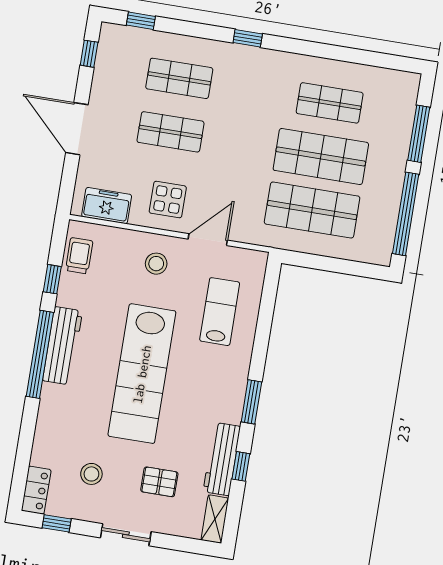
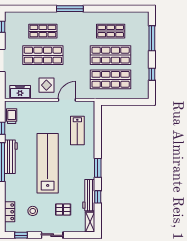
window: (141, 21) -> (22, 9), removed
window: (248, 38) -> (70, 9), width x2.17
shop shelf: (171, 132) -> (43, 55), width x1.43, depth x1.36
window: (406, 214) -> (152, 74), width x0.32
stool: (156, 264) -> (46, 114), removed
lab bench: (220, 312) -> (77, 130), turned 180
lab bench: (142, 374) -> (48, 163), turned 180
locker: (36, 490) -> (10, 212), moved

